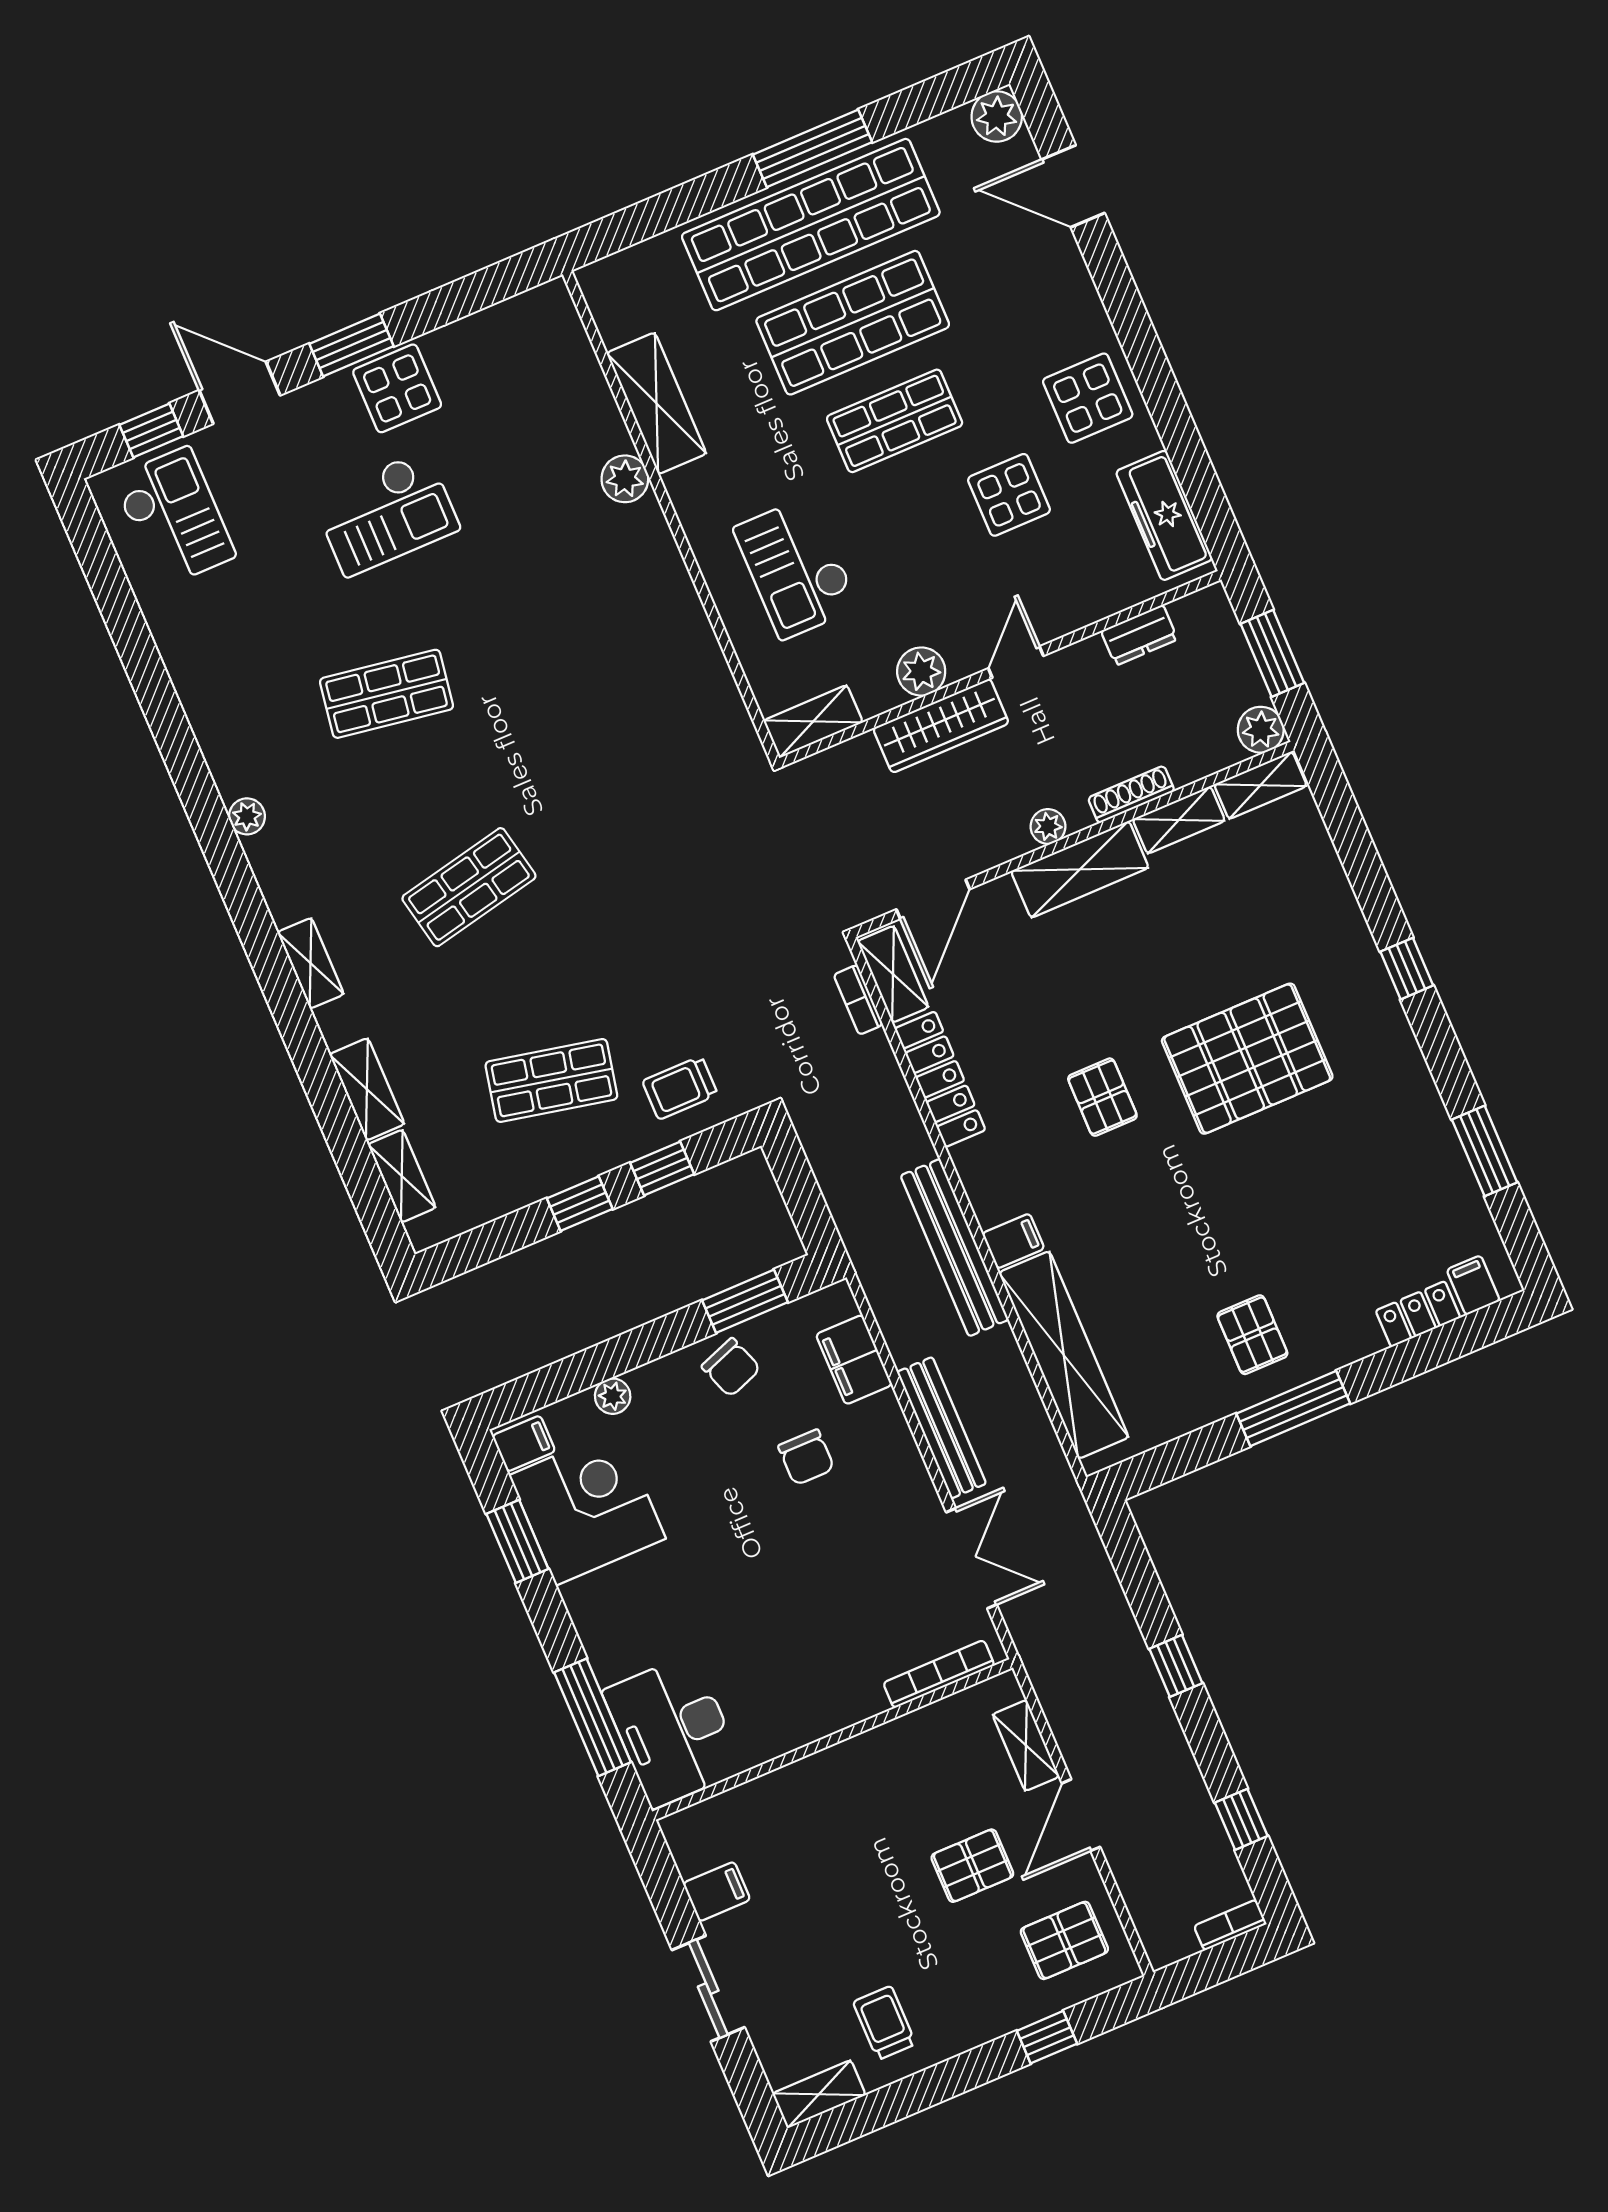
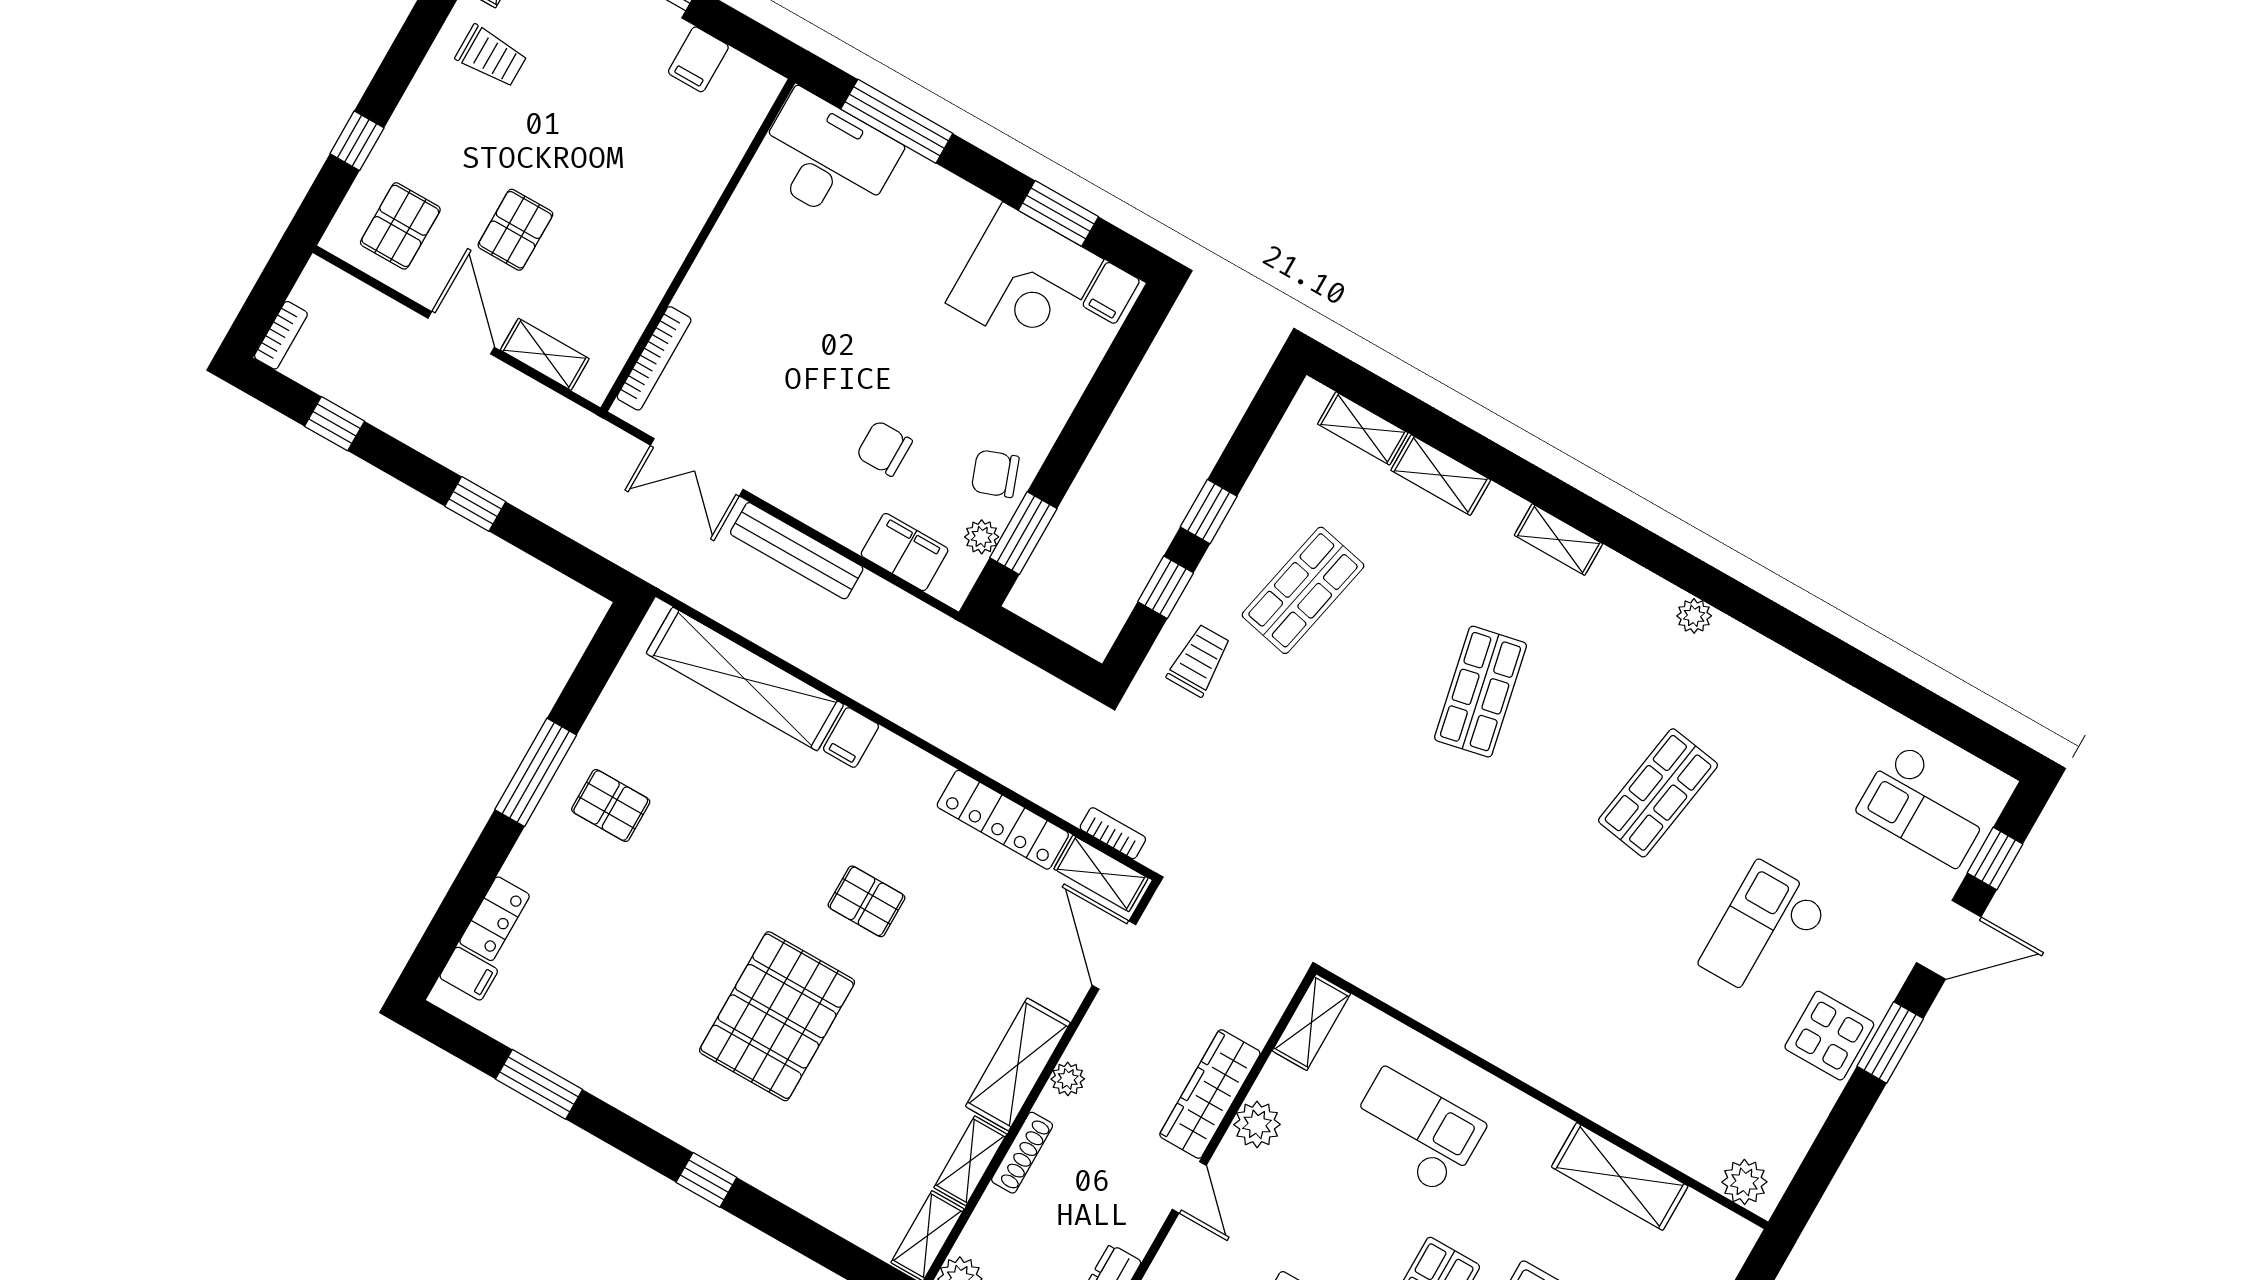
plant: (625, 479) -> (1744, 1182), moved
bench: (955, 1248) -> (893, 698), removed
plant: (613, 1396) -> (982, 537), moved

